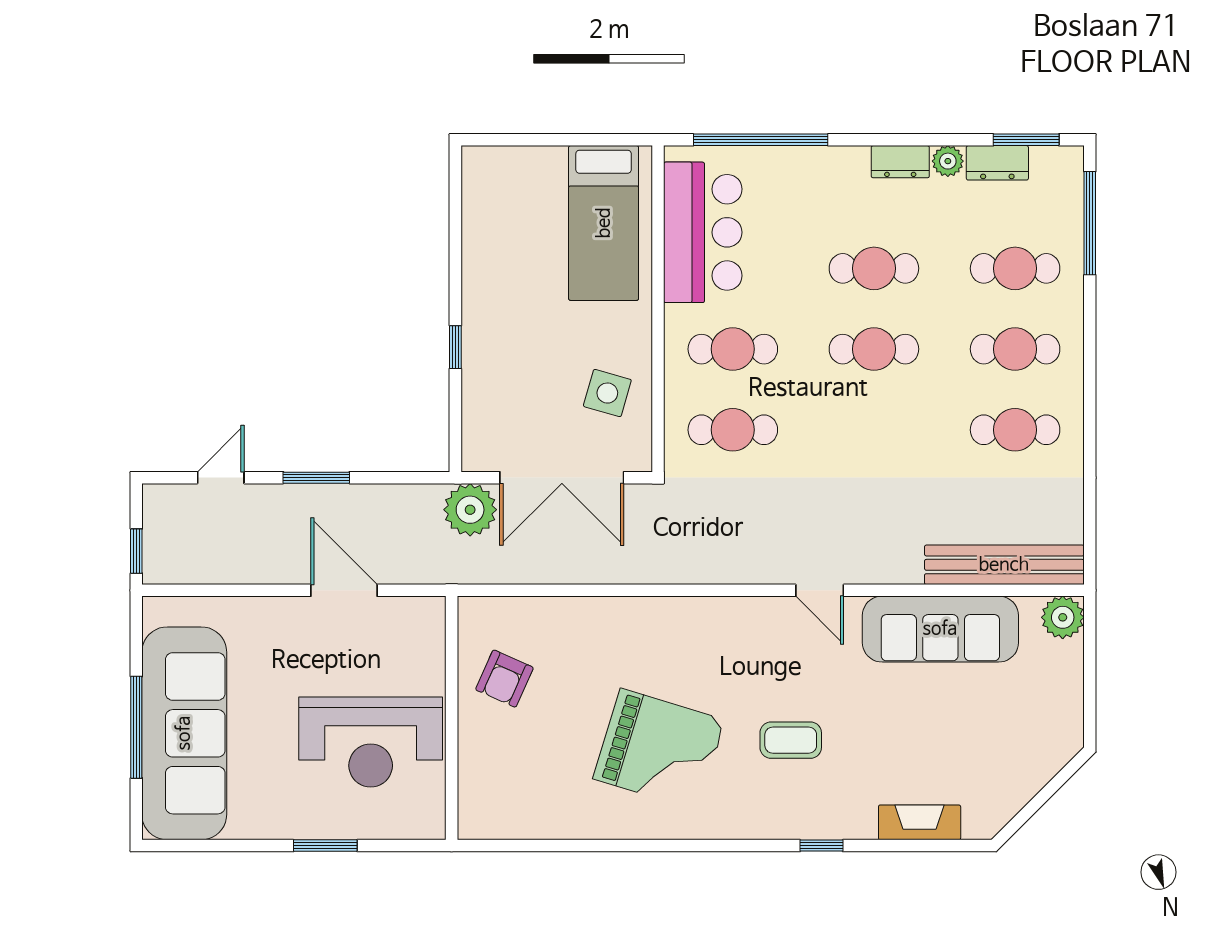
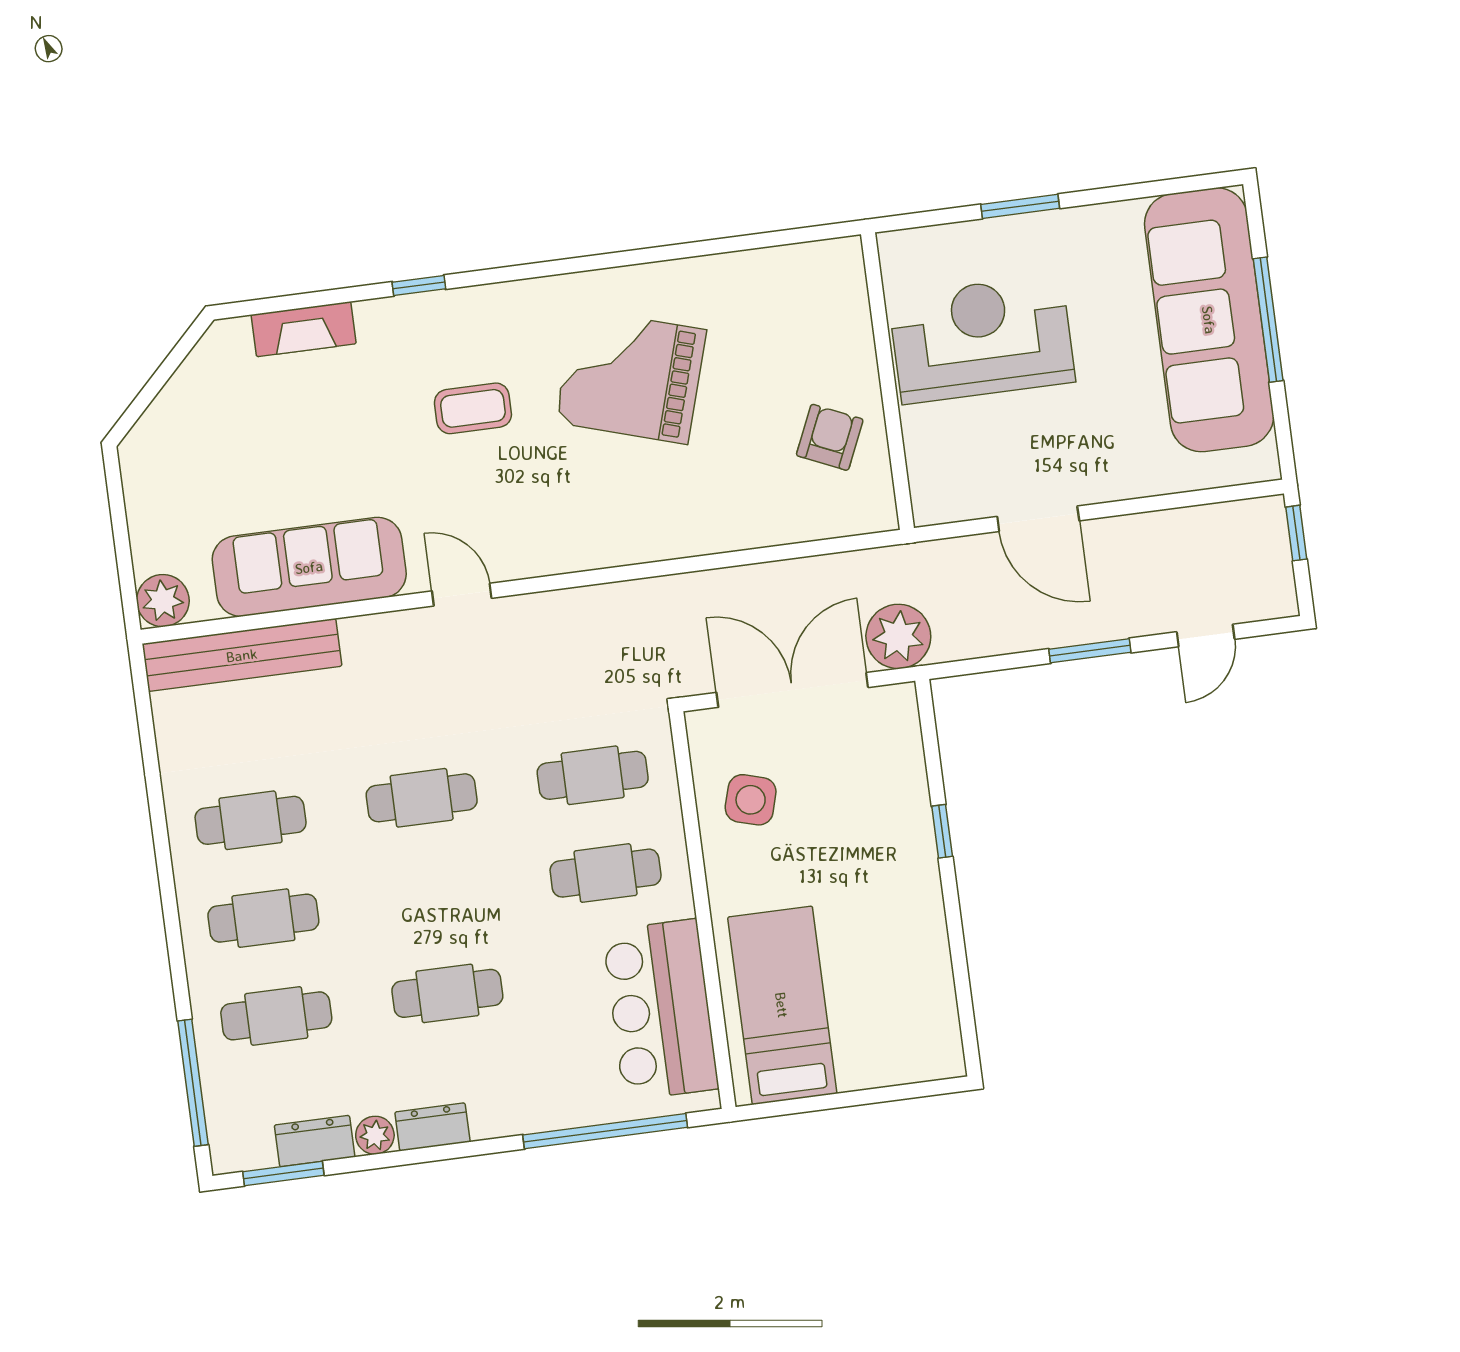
cafe table: (874, 349) -> (422, 798), moved

